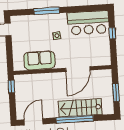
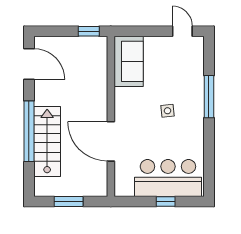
bar counter: (88, 23) -> (168, 178), moved, turned 90
sofa: (39, 60) -> (129, 61), moved

